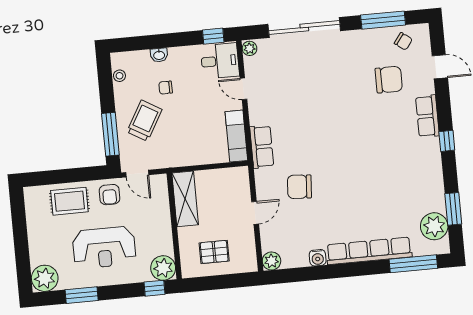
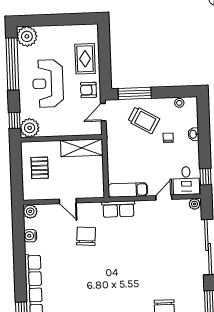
water cooler: (318, 258) -> (30, 236), moved
window: (82, 295) -> (12, 64), width x2.11

